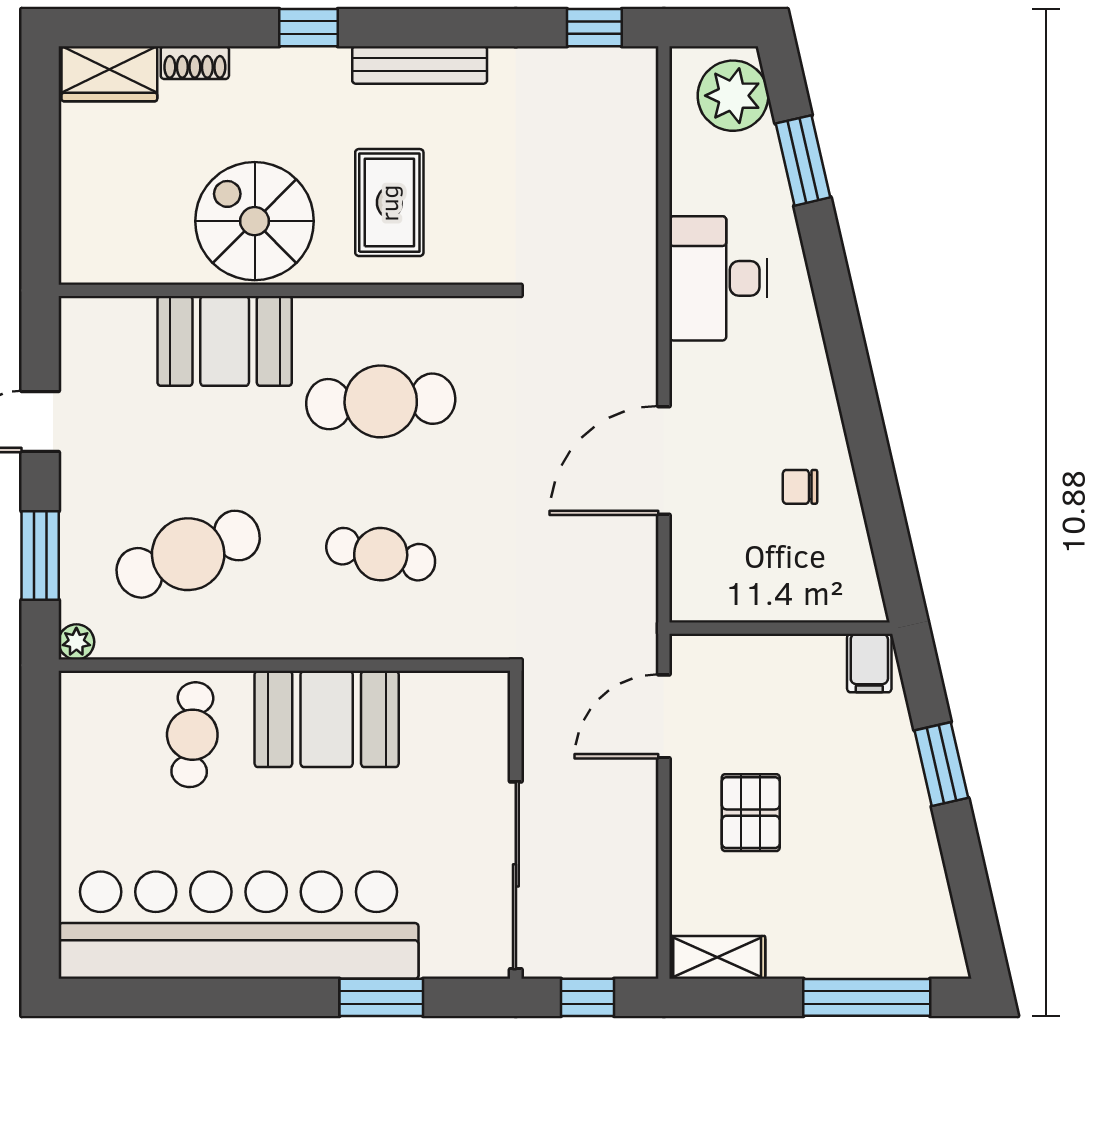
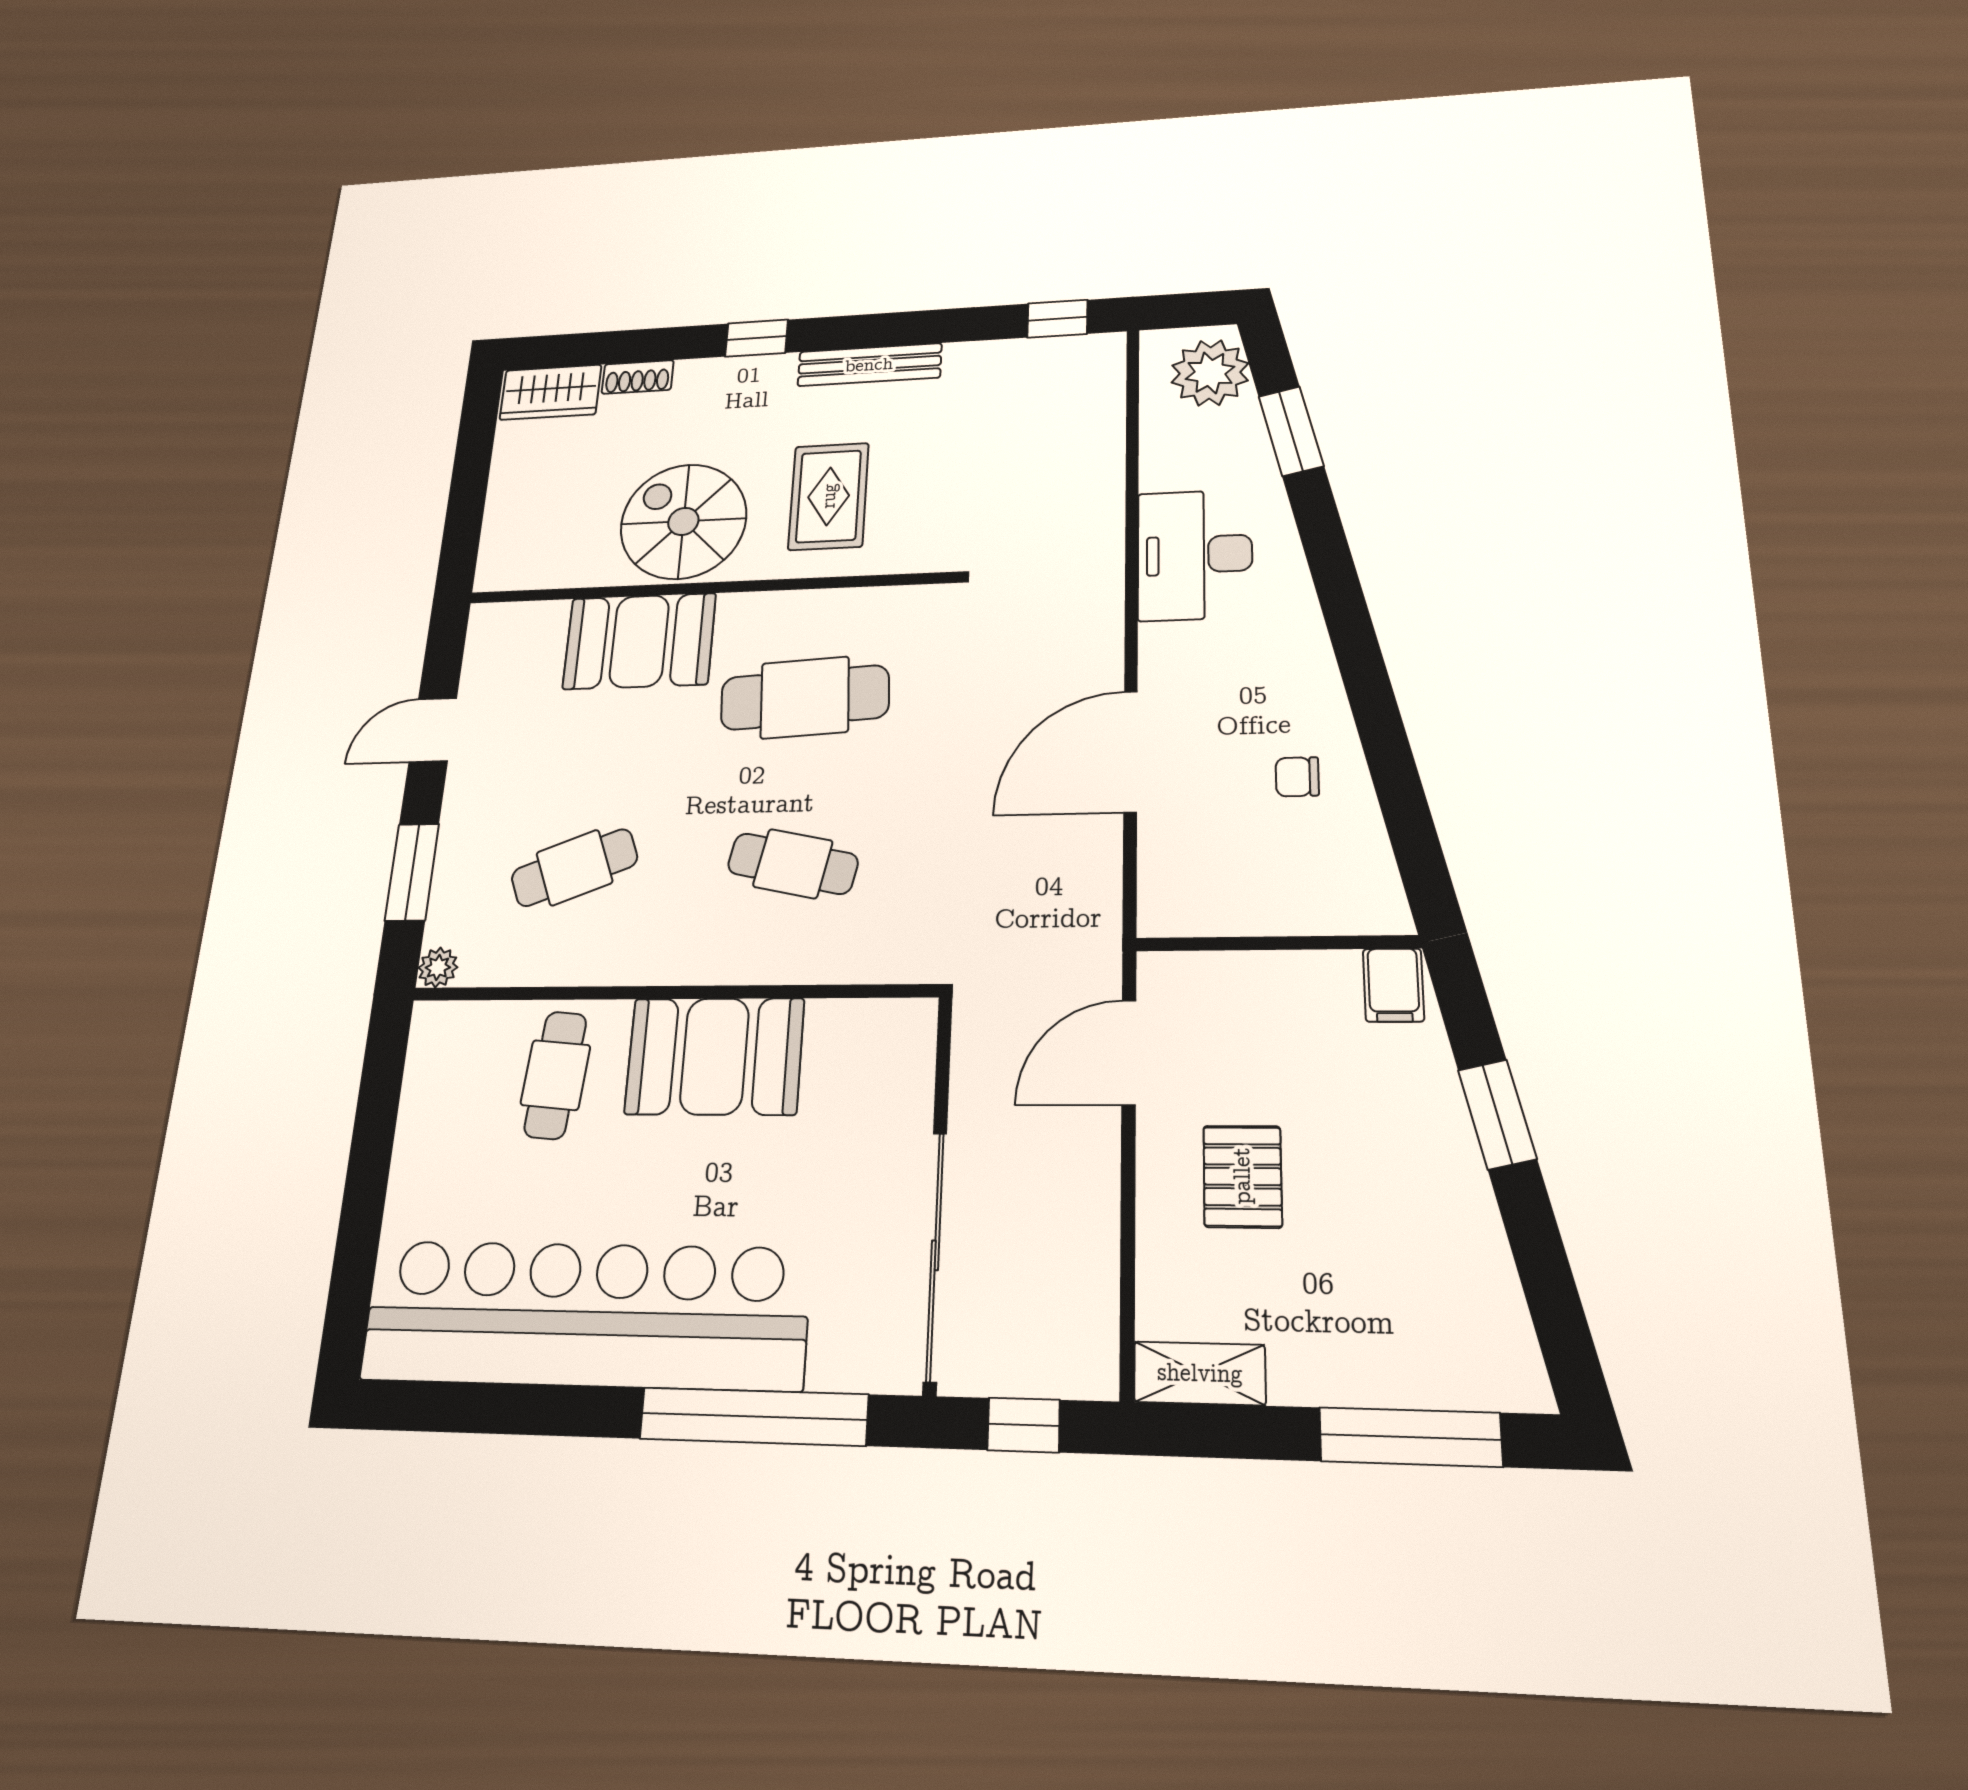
cafe table: (188, 554) -> (574, 868), width x0.73, depth x0.74
window: (381, 997) -> (754, 1417), width x2.11

